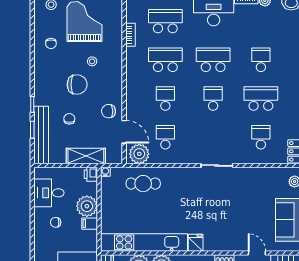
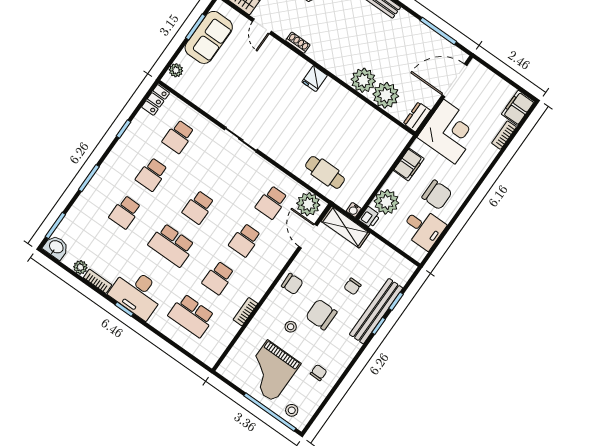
bookcase: (130, 35) -> (245, 312), moved
school desk: (165, 60) -> (218, 278), width x0.54
school desk: (261, 99) -> (152, 174), width x0.54
chair: (108, 111) -> (292, 284), moved
bench: (41, 135) -> (376, 311), moved
shelving: (86, 156) -> (345, 227), moved
plant: (87, 206) -> (386, 202), moved
chair: (56, 222) -> (437, 195), width x1.87, depth x1.87
filing cabinet: (90, 224) -> (409, 165), width x2.00
kitchen unit: (144, 242) -> (365, 114), removed

